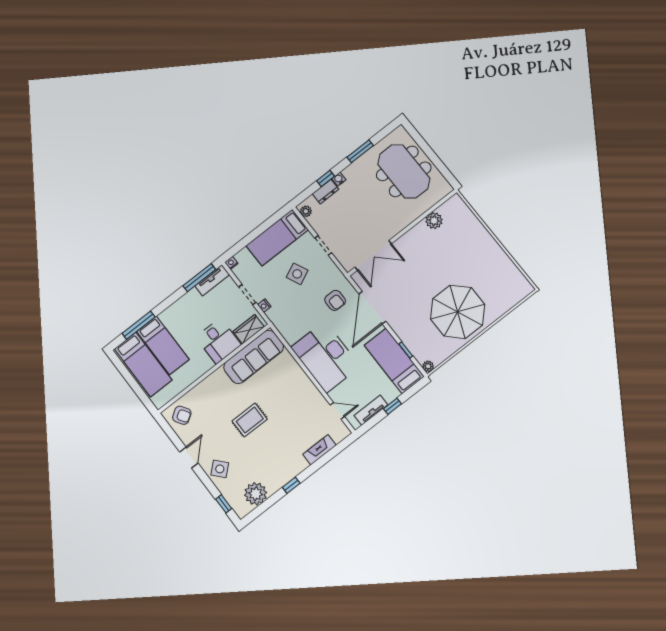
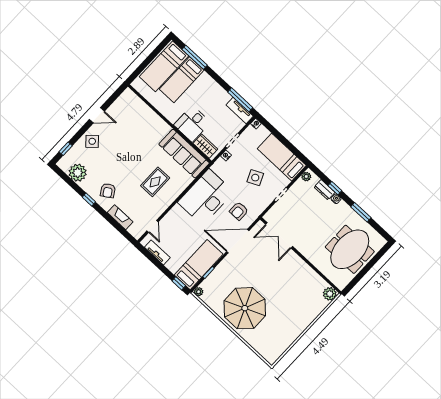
plant: (434, 221) -> (330, 294), moved
desk: (326, 357) -> (206, 197), moved
window: (392, 406) -> (179, 283), moved
armchair: (182, 415) -> (108, 191), moved
rug: (250, 420) -> (155, 182), moved, turned 90

